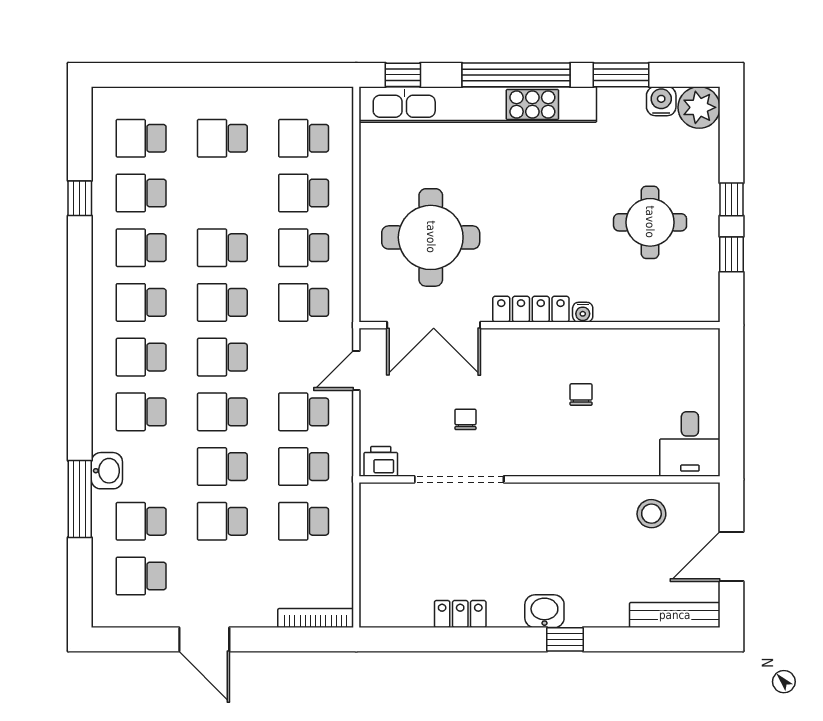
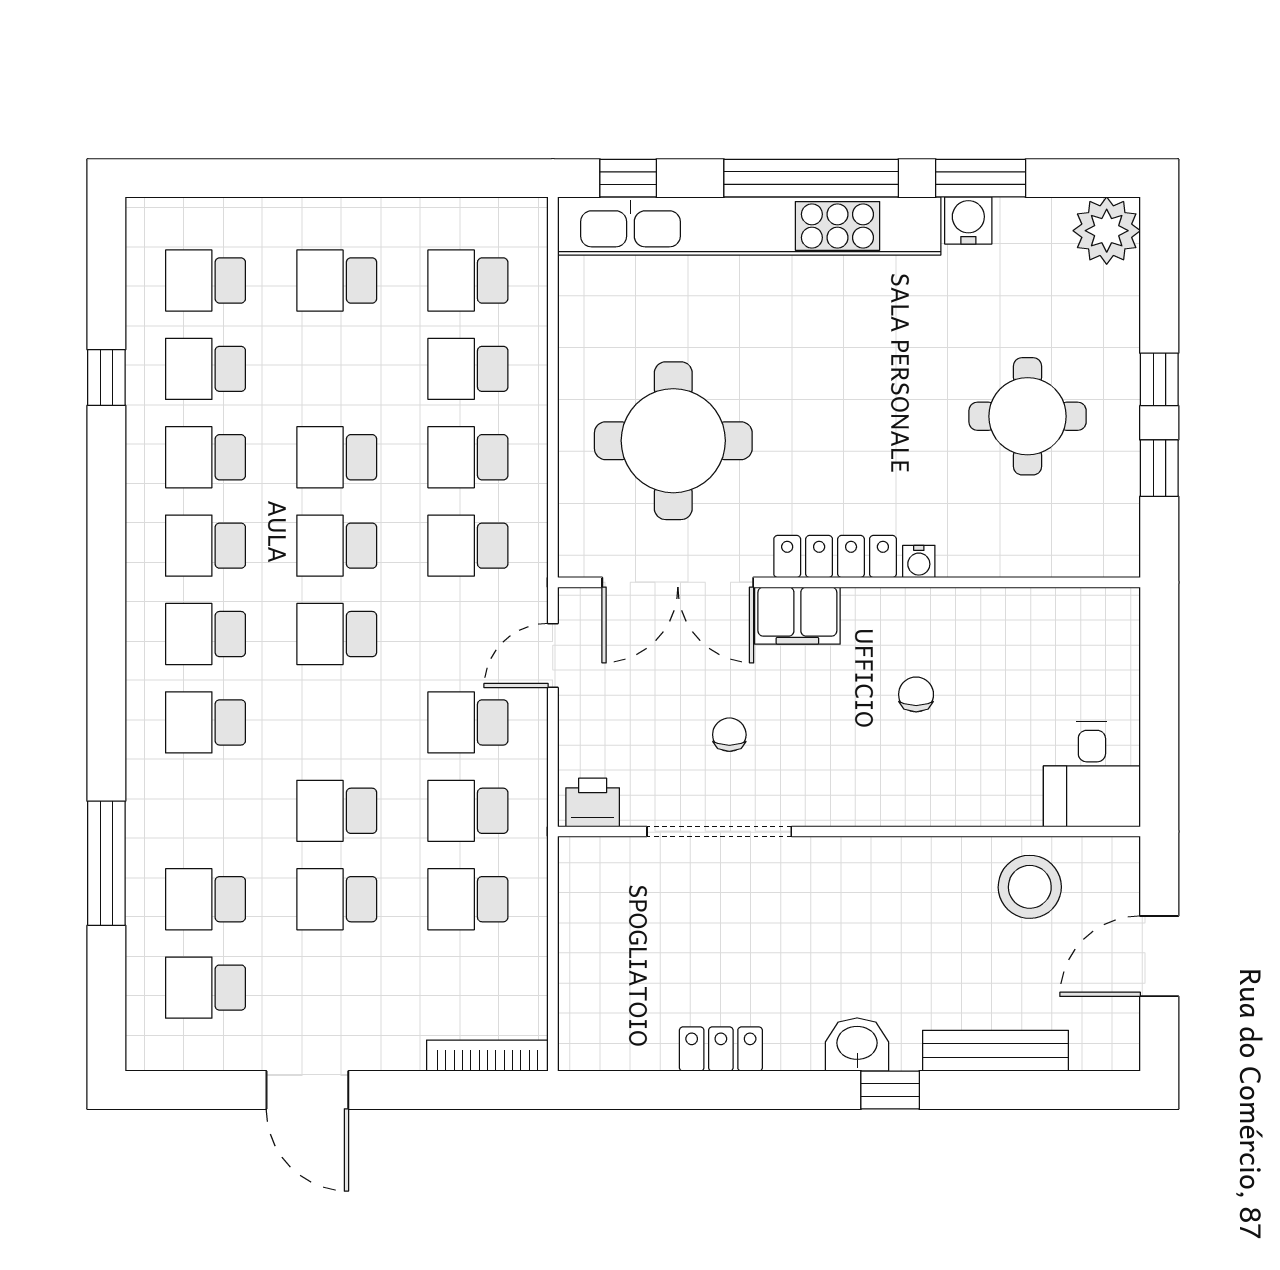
water cooler: (661, 101) -> (968, 221), moved
filing cabinet: (508, 346) -> (797, 616), added
school desk: (222, 412) -> (337, 722), removed
washbasin: (107, 471) -> (150, 818), removed
stool: (651, 514) -> (1030, 887), width x1.38, depth x1.38
bench: (675, 615) -> (995, 1051), moved

